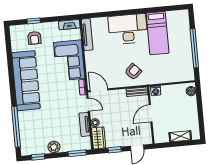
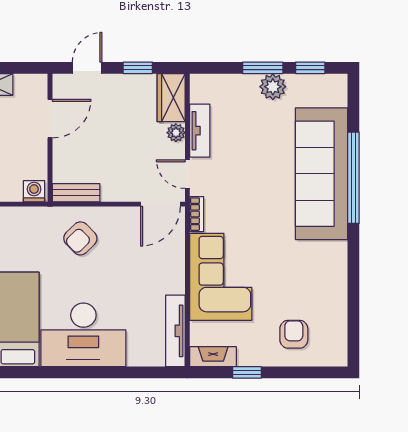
window: (34, 21) -> (247, 372), moved
sofa: (26, 81) -> (322, 174), moved
door: (99, 90) -> (160, 204), hinge flipped
door: (151, 113) -> (50, 119), moved
window: (16, 127) -> (353, 178), moved
window: (77, 153) -> (263, 68), moved

